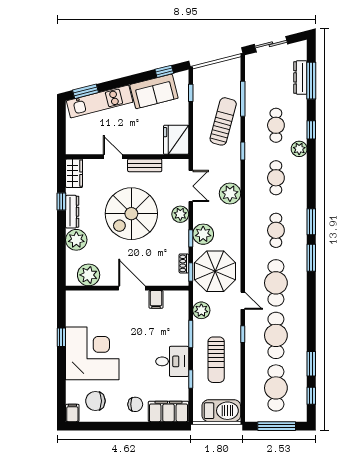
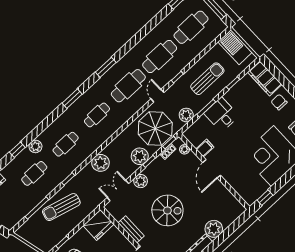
spiral stairs: (131, 214) -> (167, 210), width x0.73, depth x0.73
window: (311, 258) -> (106, 67), moved
plant: (89, 275) -> (184, 149), moved, width x0.53, depth x0.53
window: (61, 337) -> (265, 198), moved
desk: (172, 361) -> (221, 115), moved
window: (311, 364) -> (157, 20), removed

